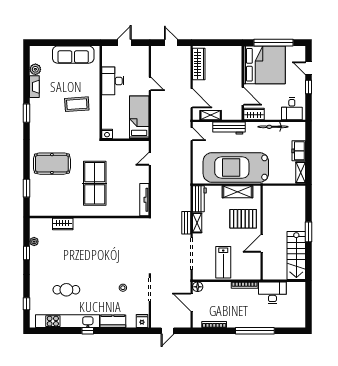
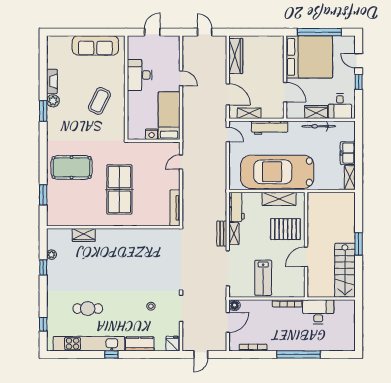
plant: (35, 69) -> (53, 101), moved
coffee table: (77, 104) -> (99, 101), turned -60
wardrobe: (254, 114) -> (316, 112), moved
nightstand: (107, 134) -> (152, 134), moved
door: (192, 302) -> (228, 322), swing flipped

